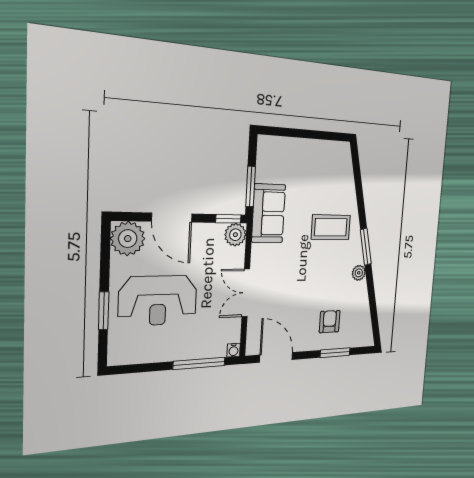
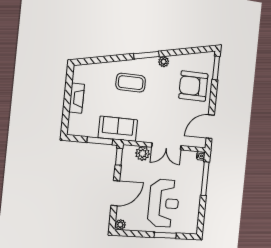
fireplace: (308, 148) -> (77, 98), added
coffee table: (331, 227) -> (131, 83), turned 90
plant: (235, 235) -> (142, 153), moved
plant: (128, 239) -> (120, 225), width x0.53, depth x0.53
armchair: (330, 322) -> (193, 86), width x1.88, depth x1.88
window: (335, 353) -> (216, 68), moved

